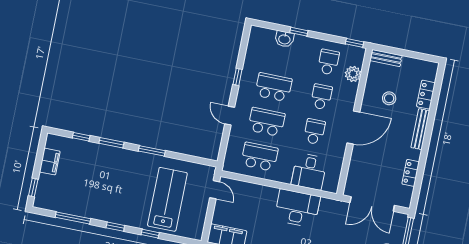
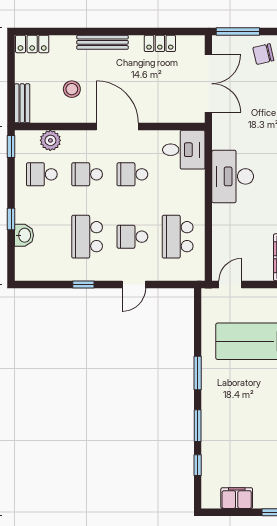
locker: (426, 95) -> (32, 44), moved
school desk: (267, 122) -> (132, 237), width x0.54
desk: (309, 172) -> (184, 150), moved

